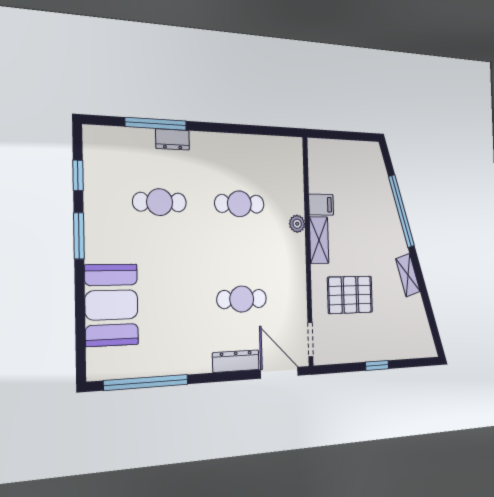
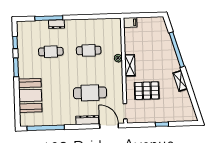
filing cabinet: (321, 205) -> (130, 22), moved
cafe table: (242, 299) -> (90, 93), width x1.37, depth x1.35

